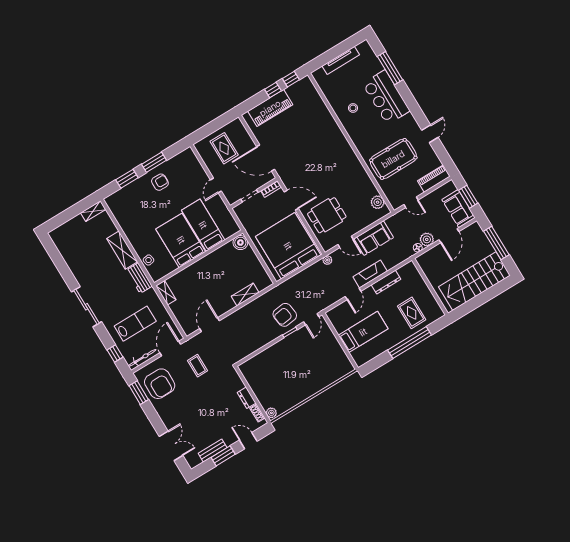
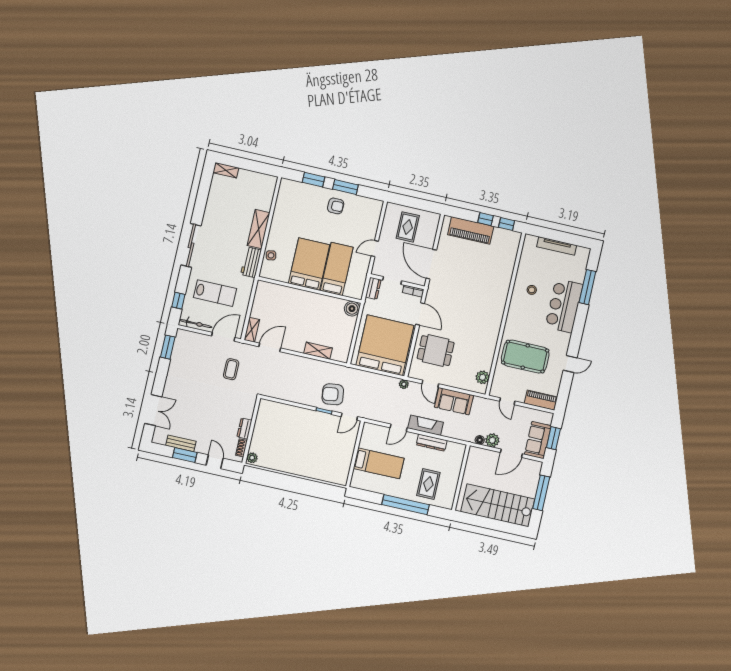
shelving: (93, 211) -> (226, 170), moved
dresser: (242, 214) -> (373, 288), added
shelving: (166, 293) -> (252, 330), moved
armchair: (160, 384) -> (190, 355), removed

